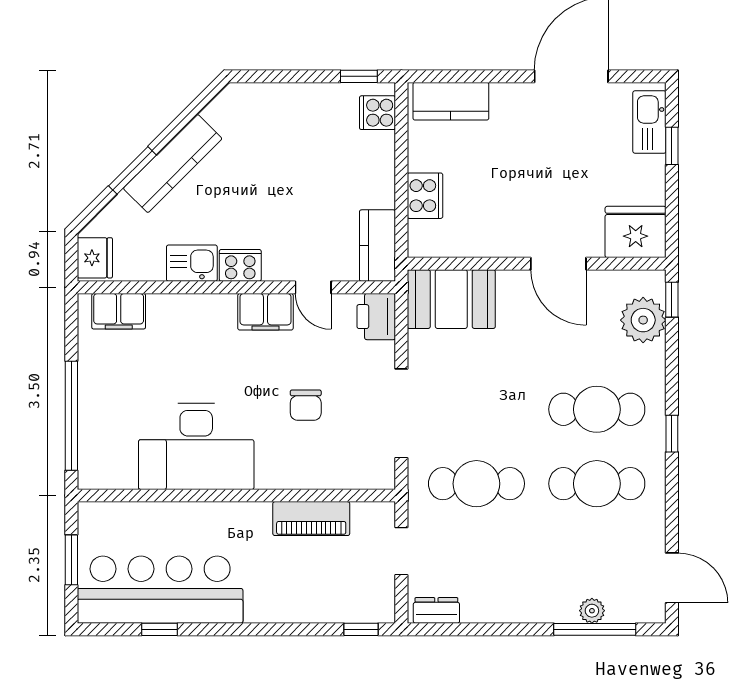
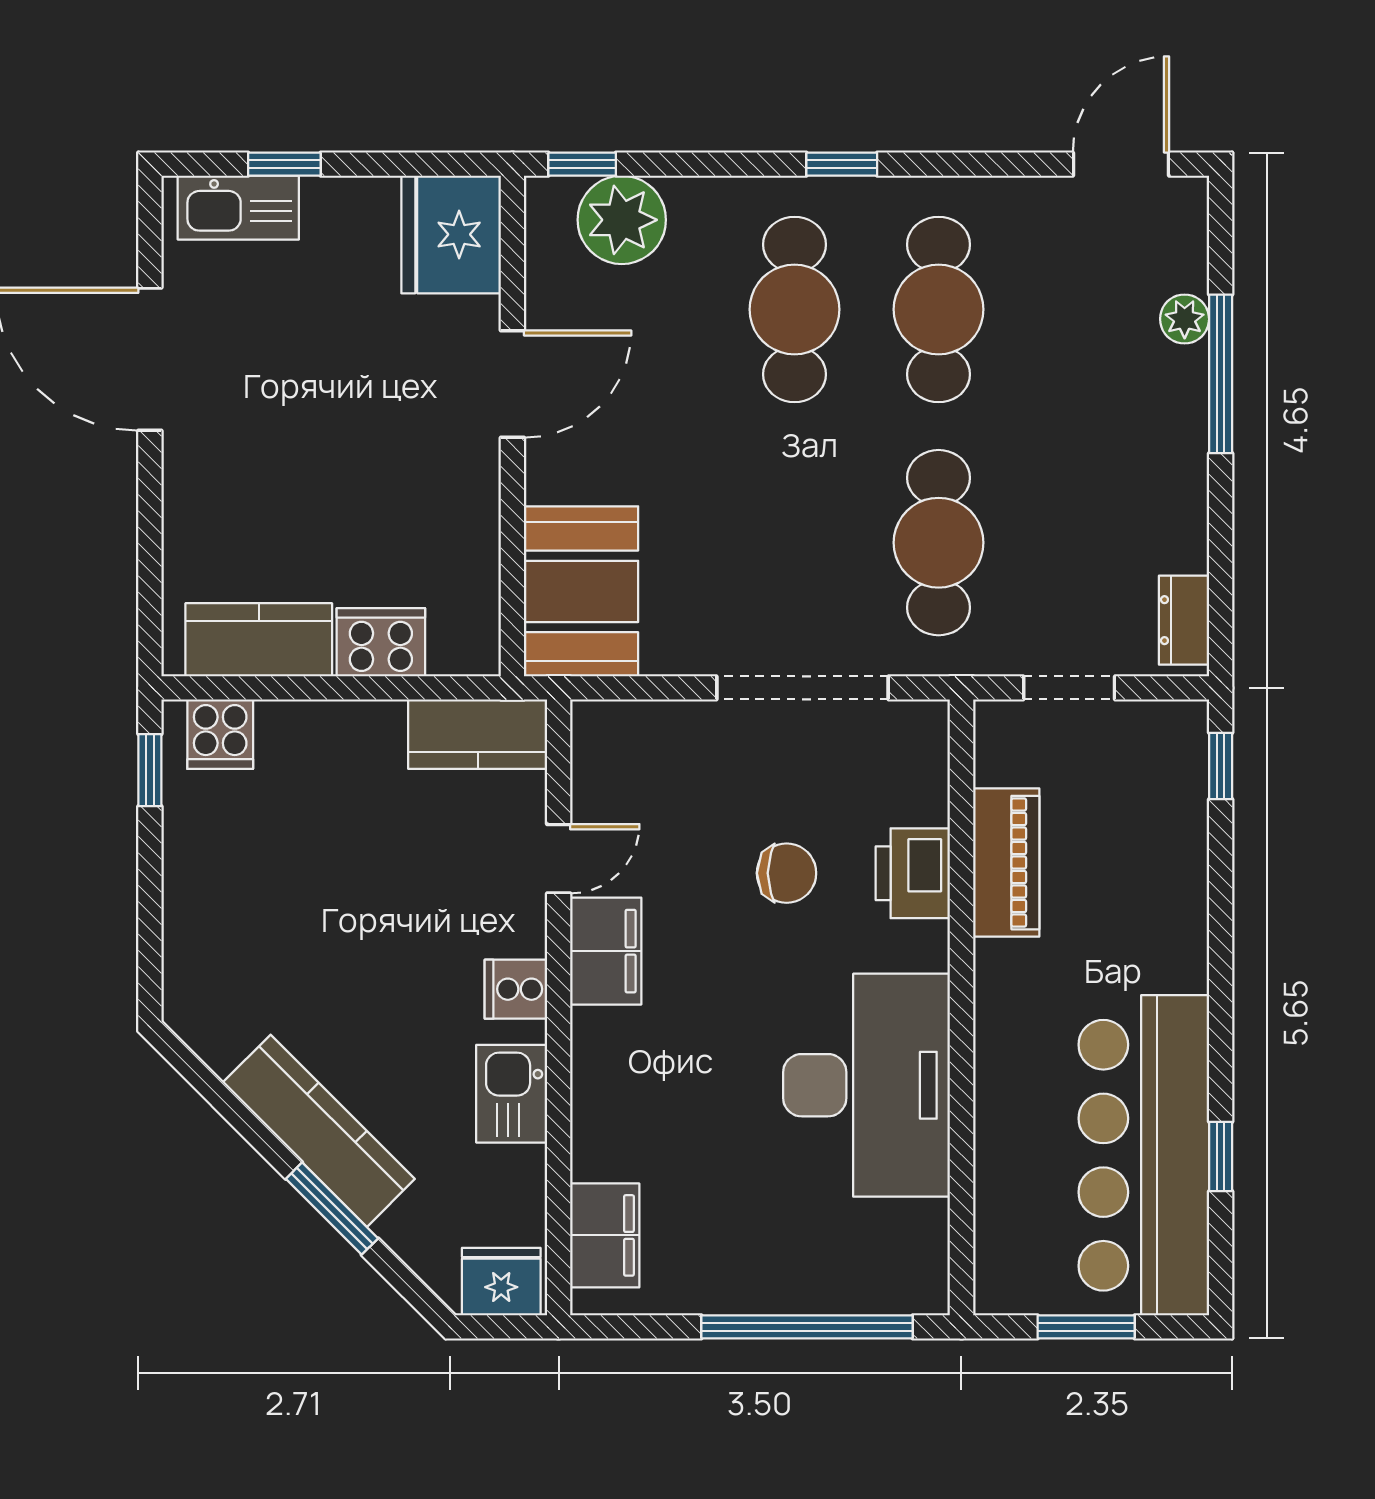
kitchen counter: (451, 101) -> (259, 640), moved, turned -90
cooker: (240, 265) -> (516, 989), width x0.73
printer: (376, 317) -> (913, 873), moved, turned 90
window: (595, 629) -> (1221, 374), moved

